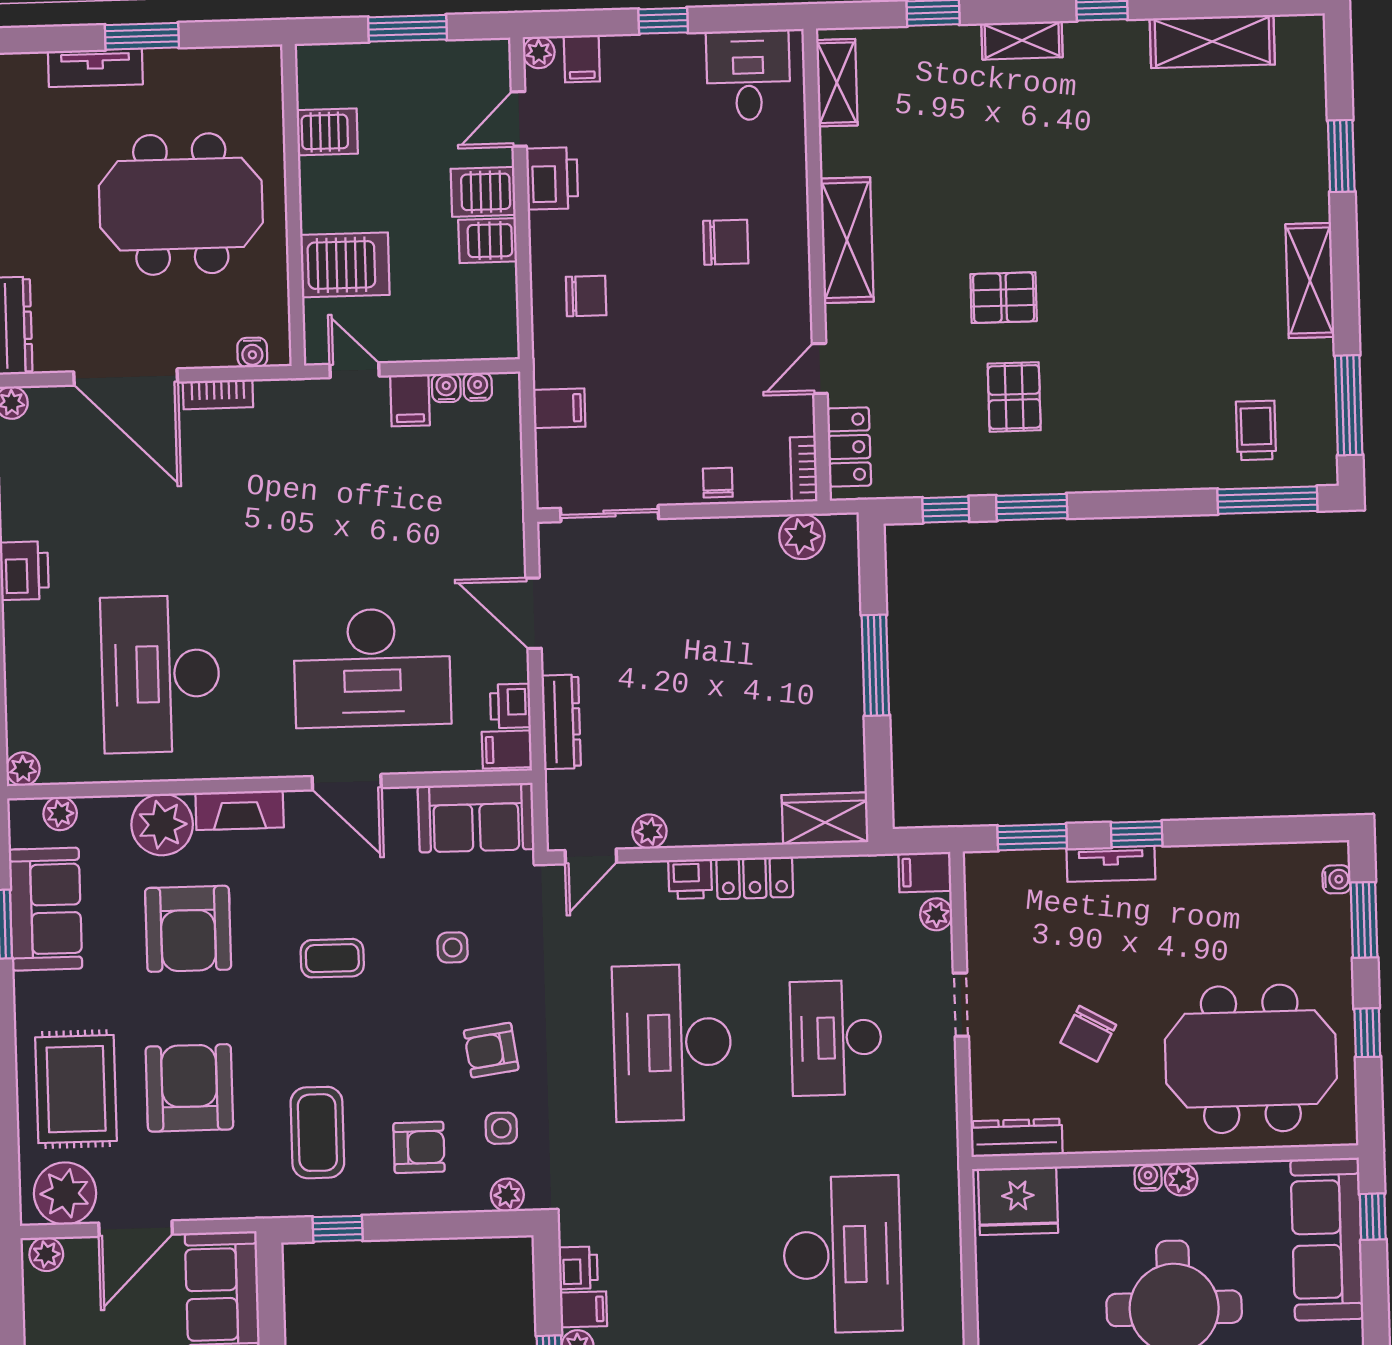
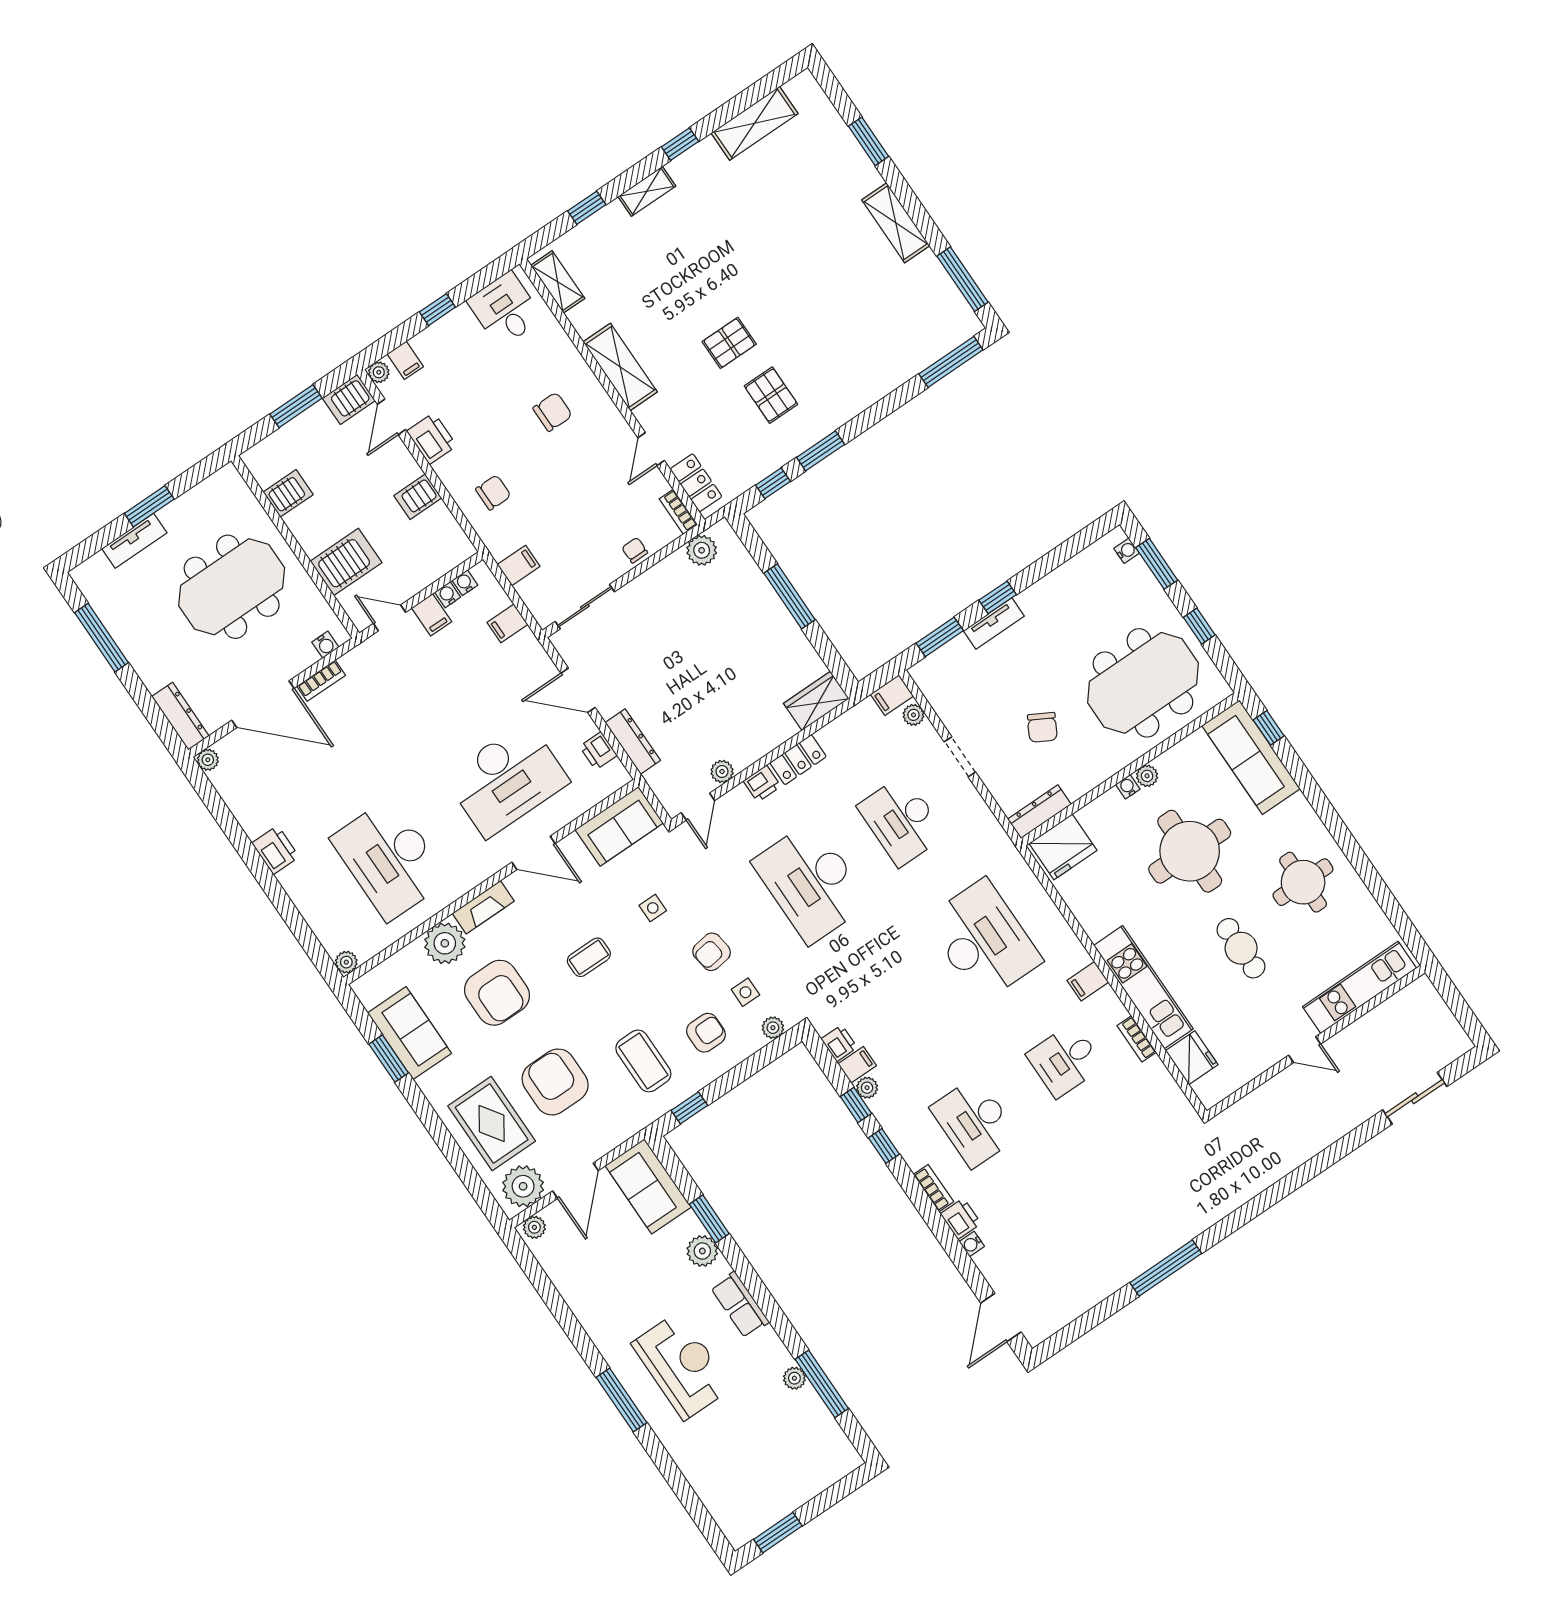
server rack: (483, 192) -> (349, 399), moved
trolley: (1256, 430) -> (919, 327), removed
filing cabinet: (507, 750) -> (507, 623), moved
plant: (60, 813) -> (383, 974), removed

